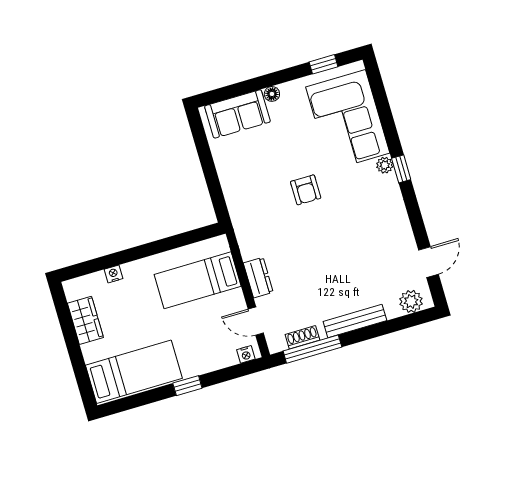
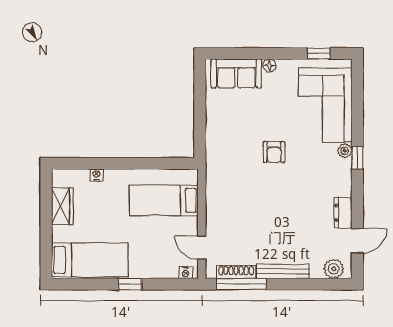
dresser: (258, 278) -> (343, 213), moved, turned 180
shoe rack: (302, 337) -> (236, 272), width x1.43

